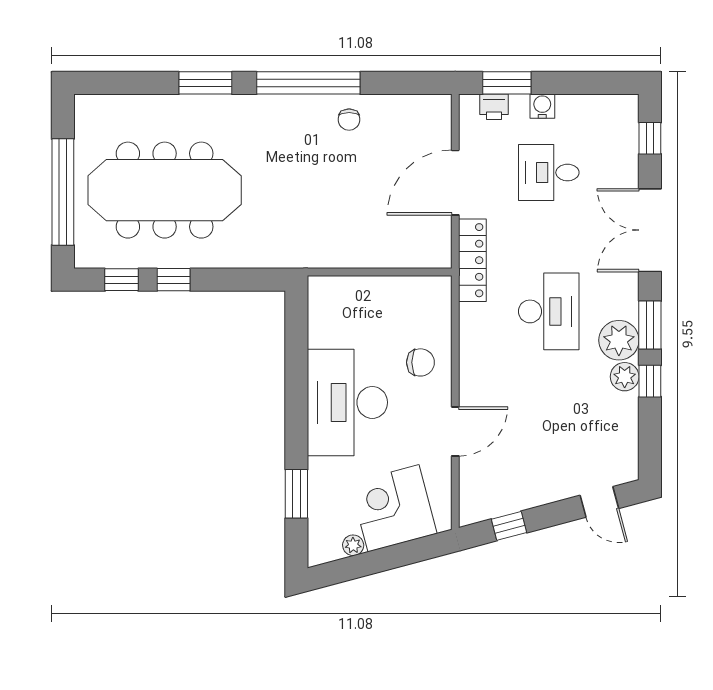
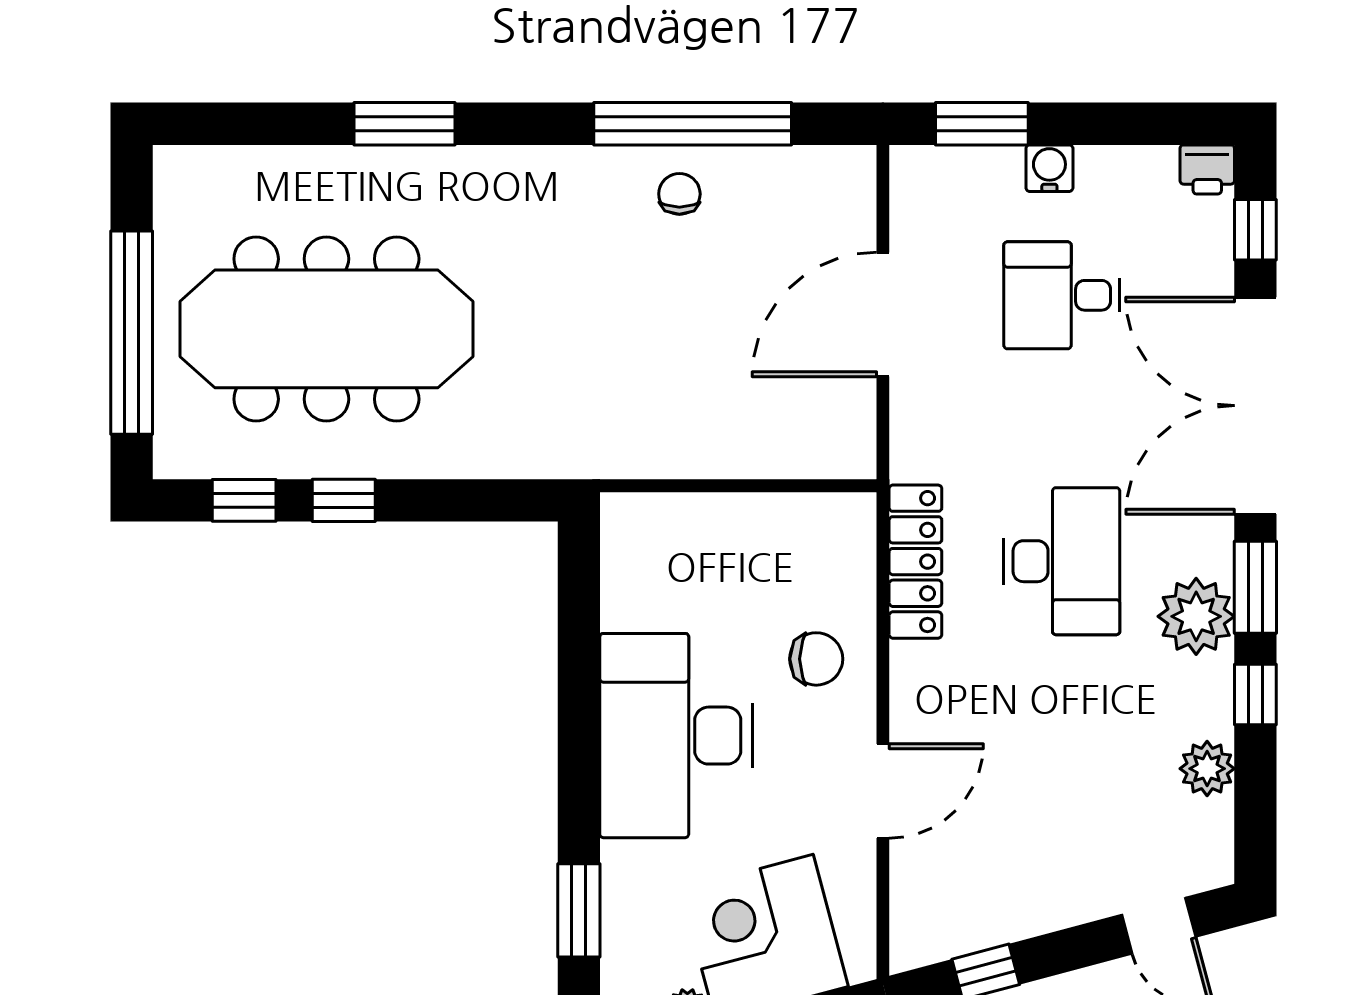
window: (308, 83) -> (693, 124), moved
printer: (494, 107) -> (1207, 169), moved
chair: (349, 120) -> (679, 194), turned 180
double door: (650, 230) -> (1255, 406), width x1.36
locker: (472, 260) -> (915, 562), moved
plant: (625, 377) -> (1207, 769), moved

